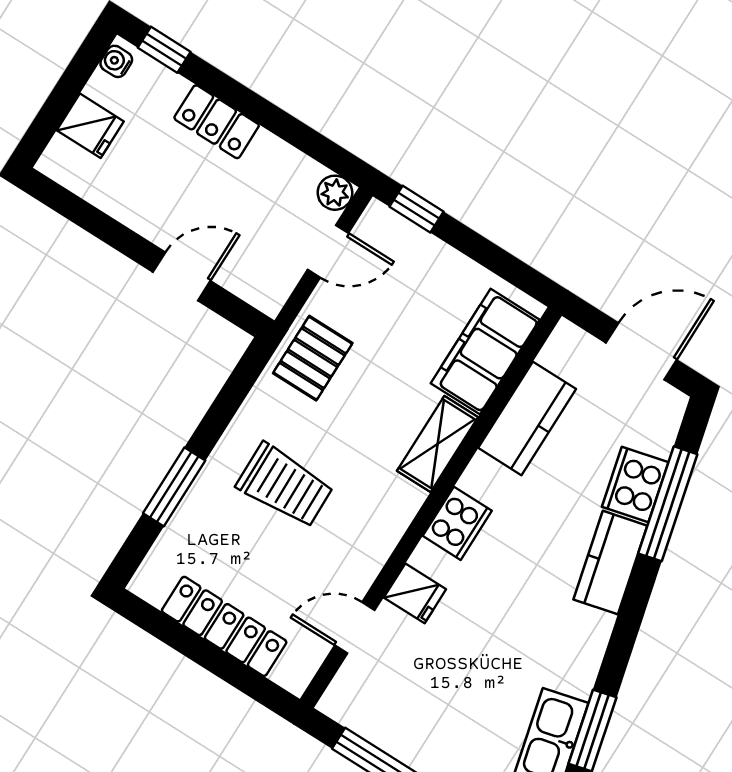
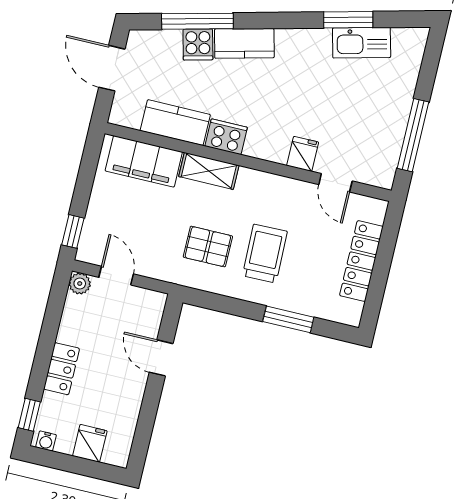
pallet: (313, 358) -> (208, 247), moved
cooker: (635, 484) -> (198, 45), width x0.73
cooker: (457, 523) -> (226, 137), moved

